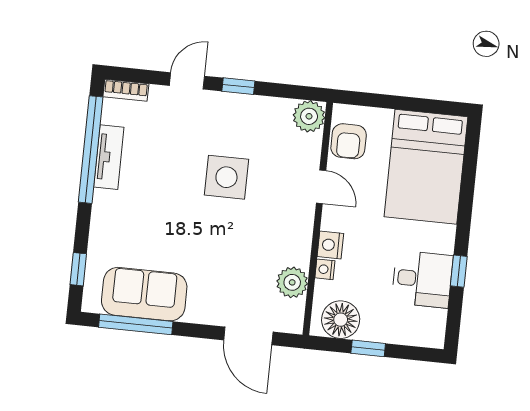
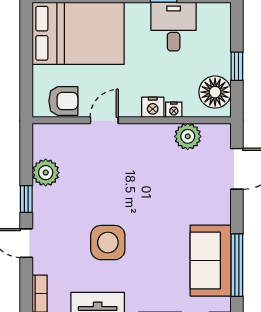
plant: (309, 116) -> (46, 173), moved
side table: (226, 177) -> (108, 243), moved

